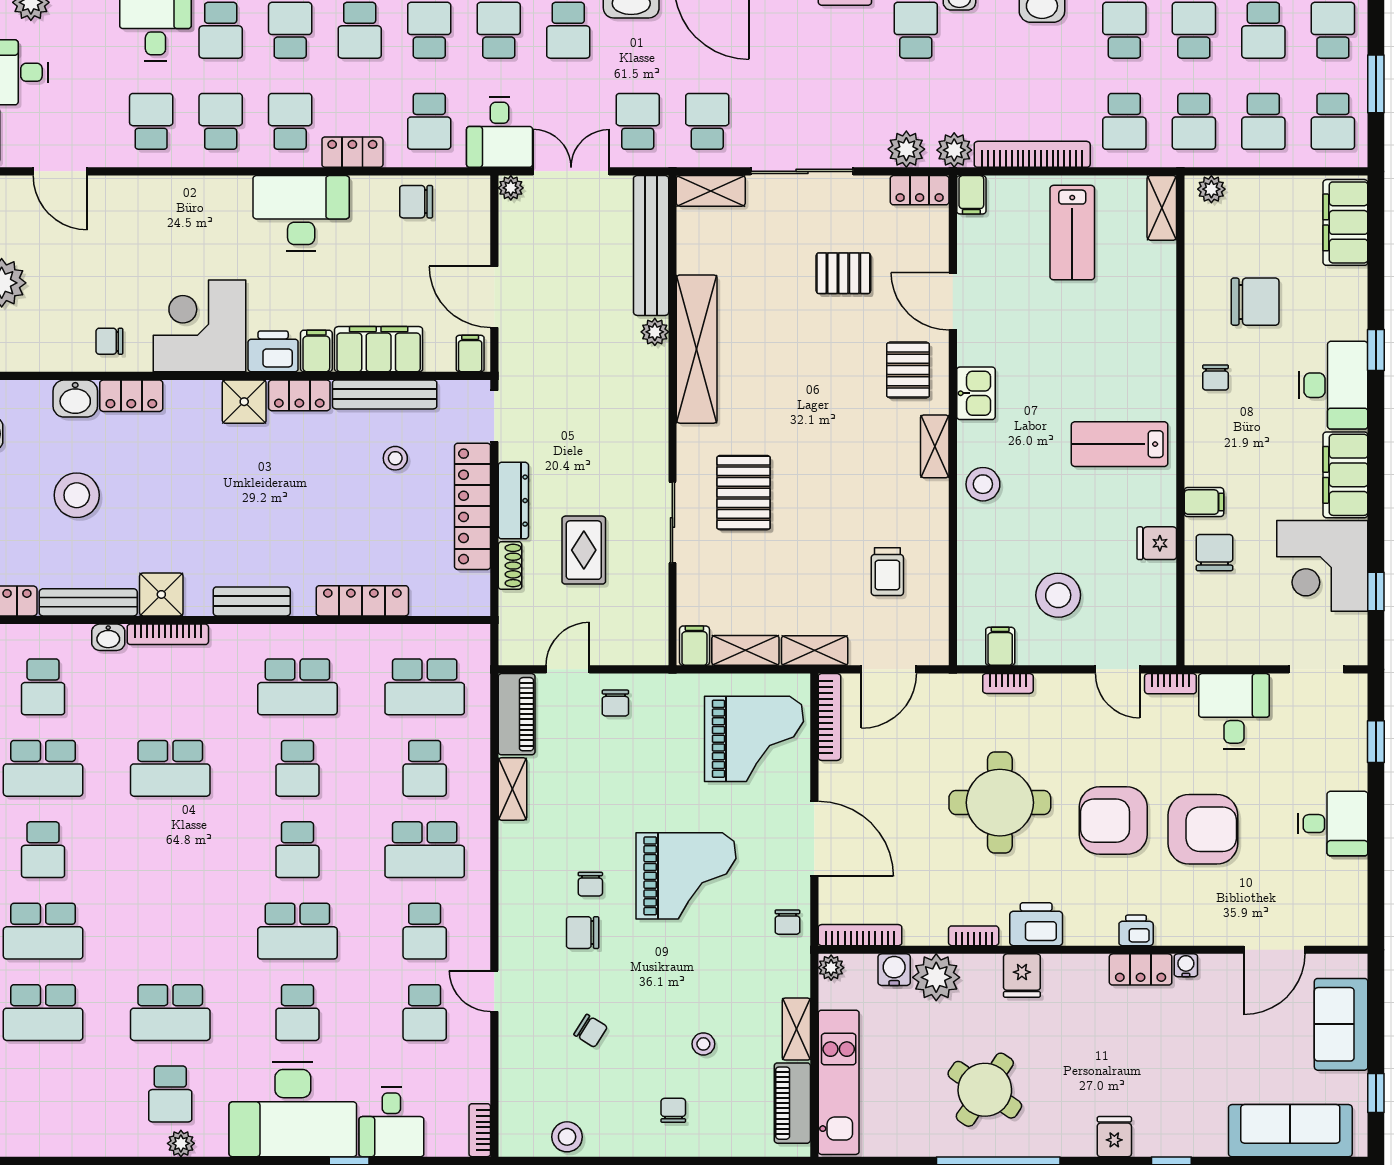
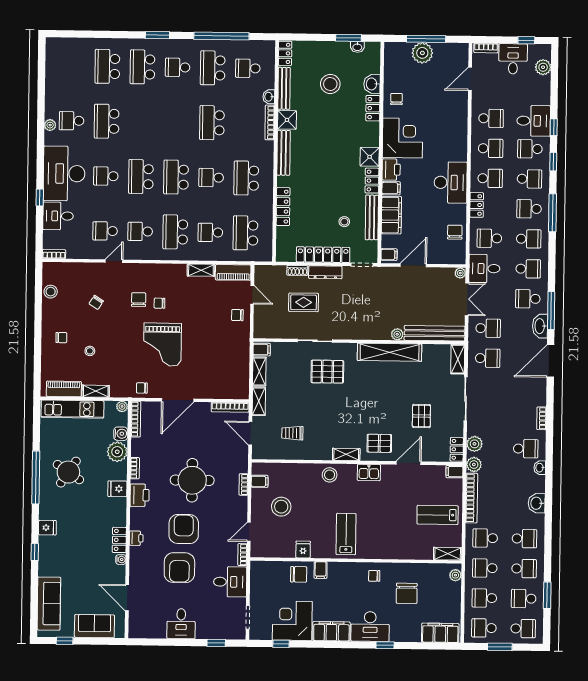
bench: (252, 601) -> (284, 153), width x1.36
grand piano: (754, 739) -> (221, 375), removed
school desk: (297, 850) -> (176, 177), width x1.85

